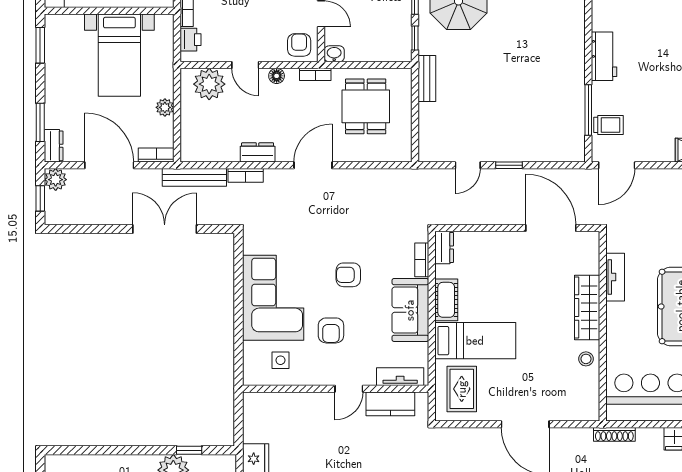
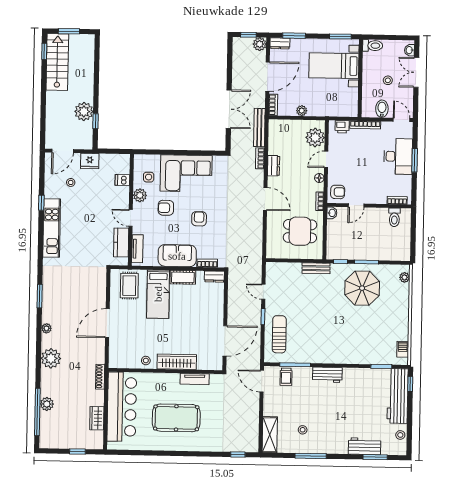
bed with nightstands: (119, 55) -> (334, 66), moved
sun lounger: (538, 138) -> (279, 334), added
plant: (311, 374) -> (140, 195), added
rug: (462, 389) -> (129, 286), turned 90
dishwasher: (286, 404) -> (122, 180), added

